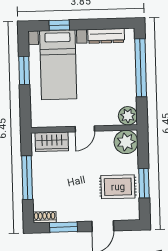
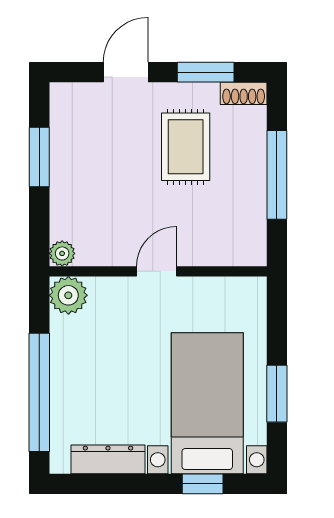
wardrobe: (52, 142) -> (225, 247), removed
plant: (126, 142) -> (62, 253), width x0.53, depth x0.53
rug: (118, 187) -> (186, 147), moved, turned 90

